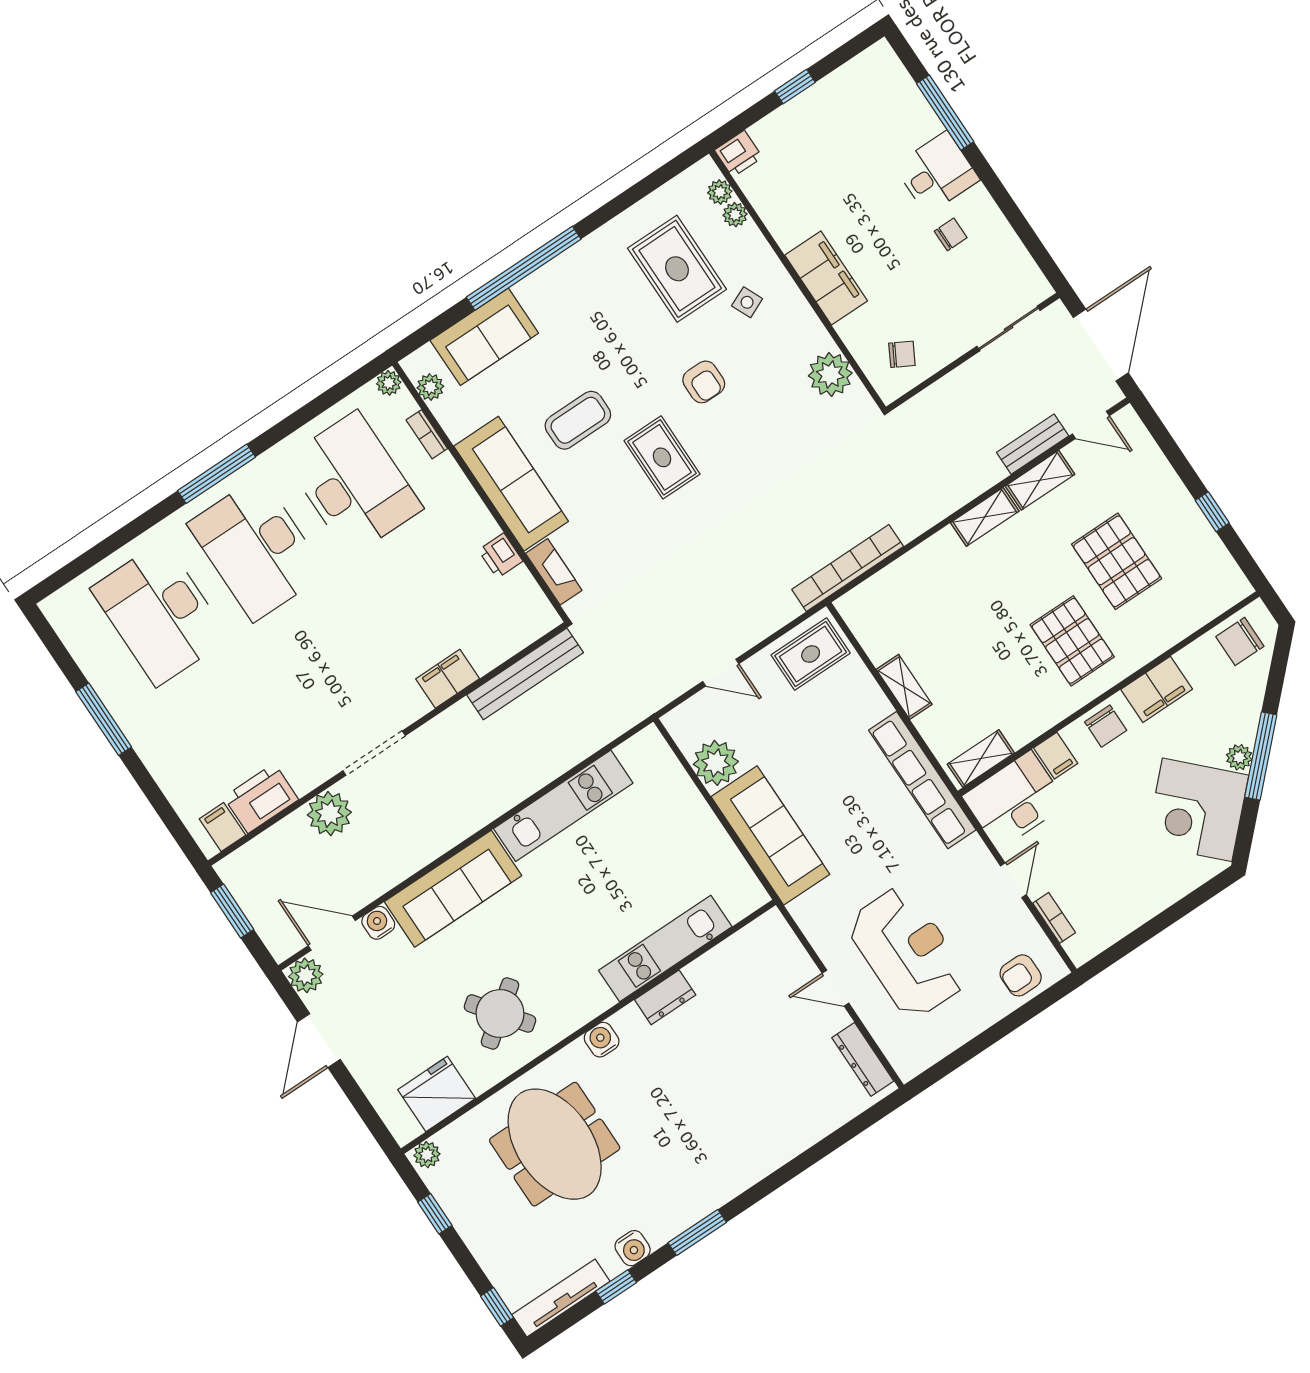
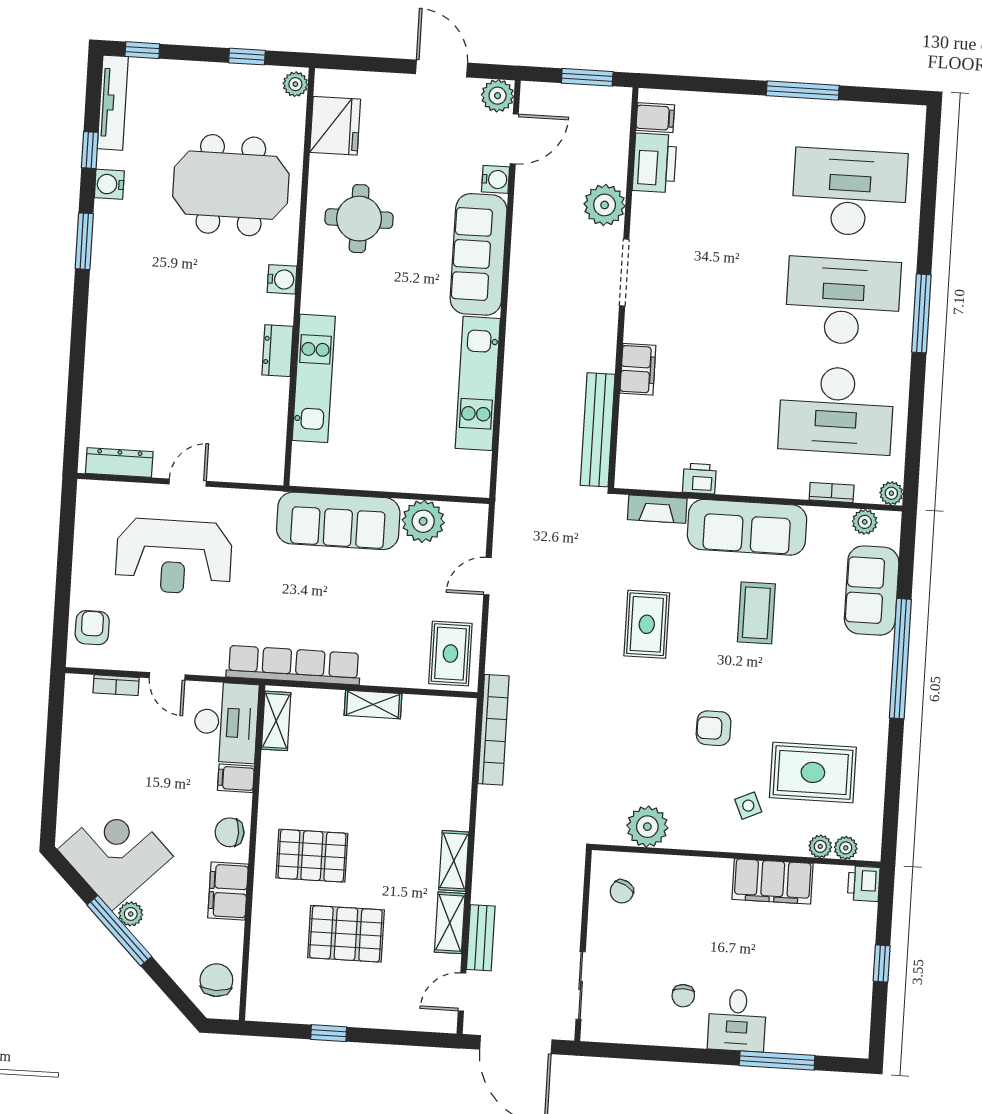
filing cabinet: (826, 278) -> (772, 881), moved
rug: (662, 457) -> (647, 624), moved, turned 90
round table: (500, 1013) -> (359, 219), turned 37

